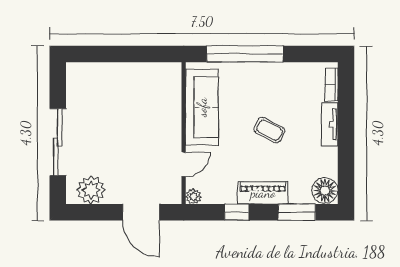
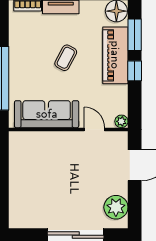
piano: (263, 193) -> (115, 55), width x1.37, depth x1.33
window: (237, 212) -> (135, 71), moved

